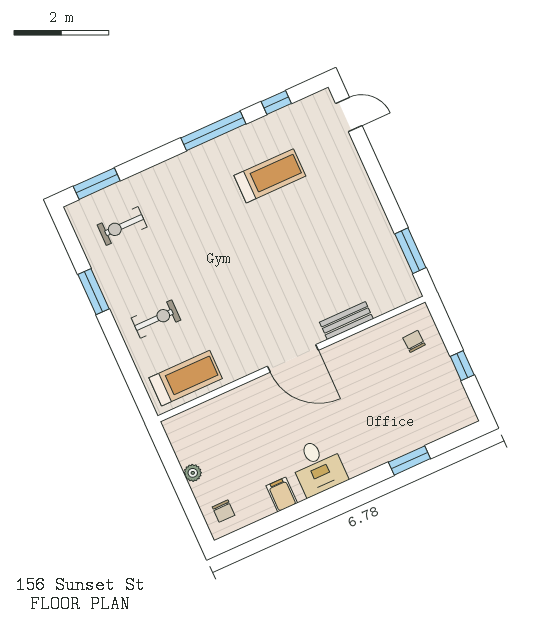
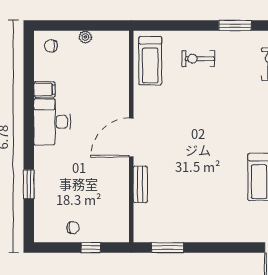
exercise bike: (156, 319) -> (198, 59), turned 90
chair: (414, 341) -> (73, 228), moved
window: (462, 366) -> (91, 248), moved
desk: (318, 467) -> (52, 122), width x1.37

